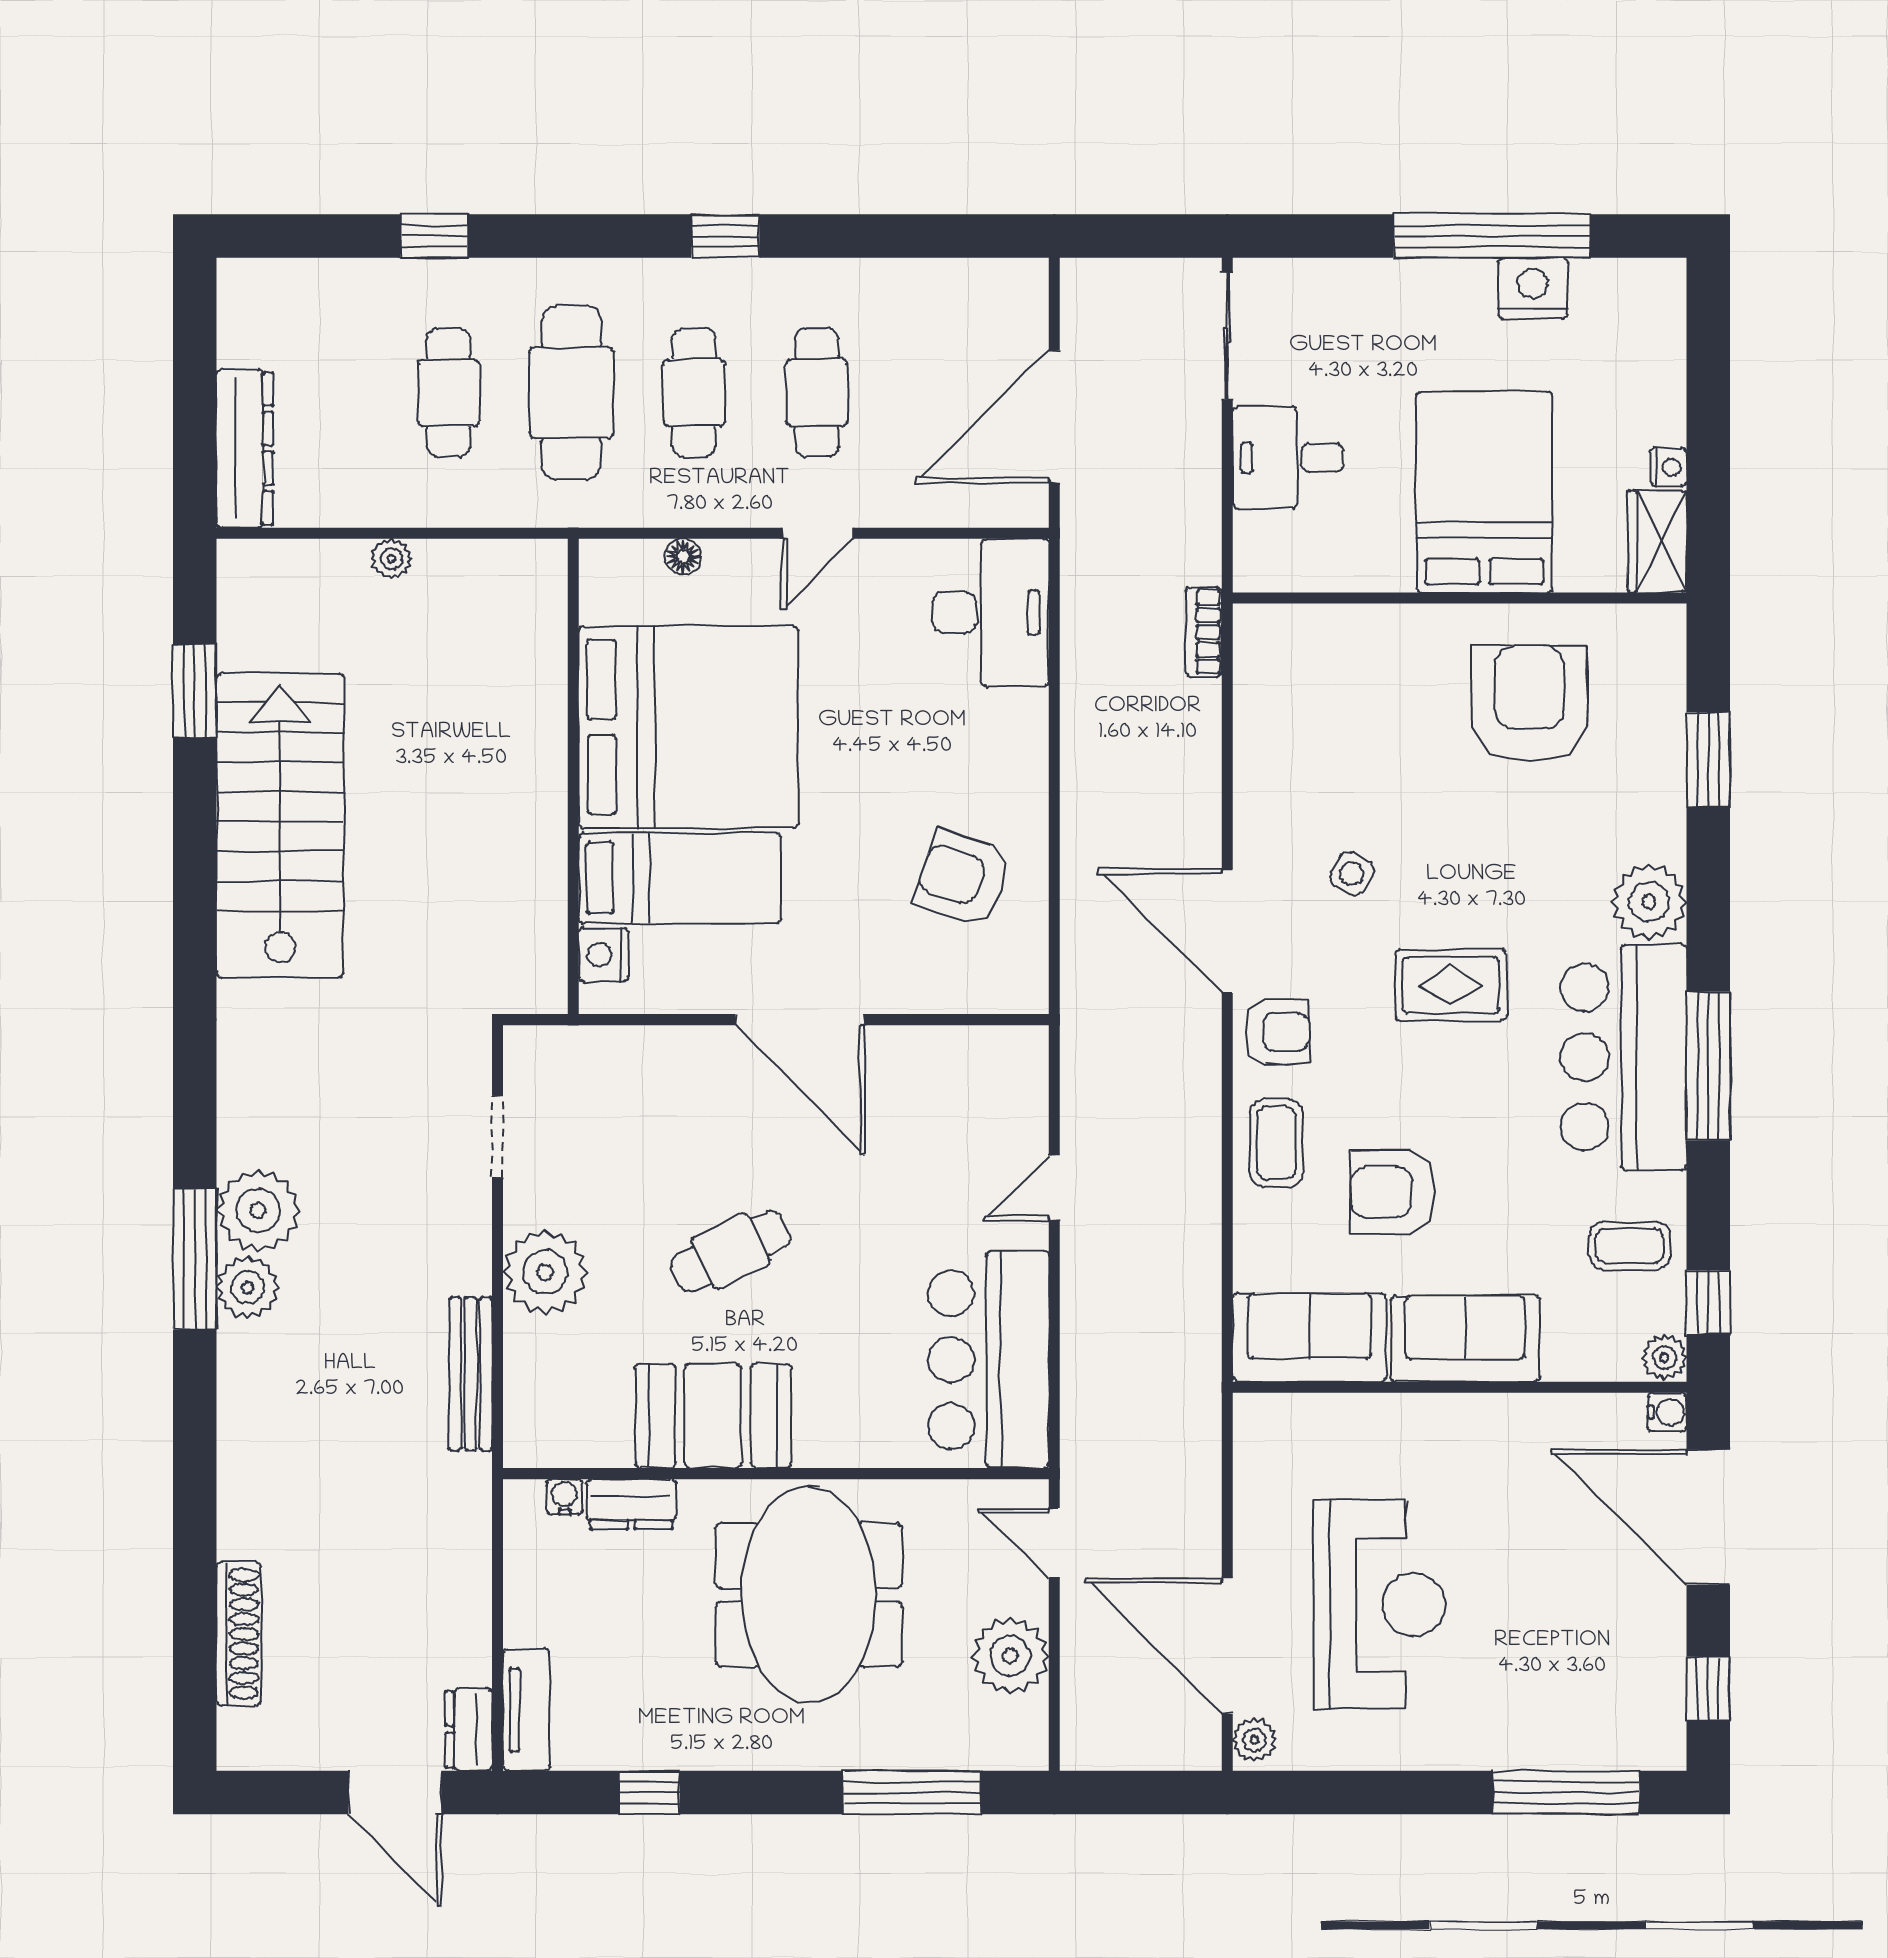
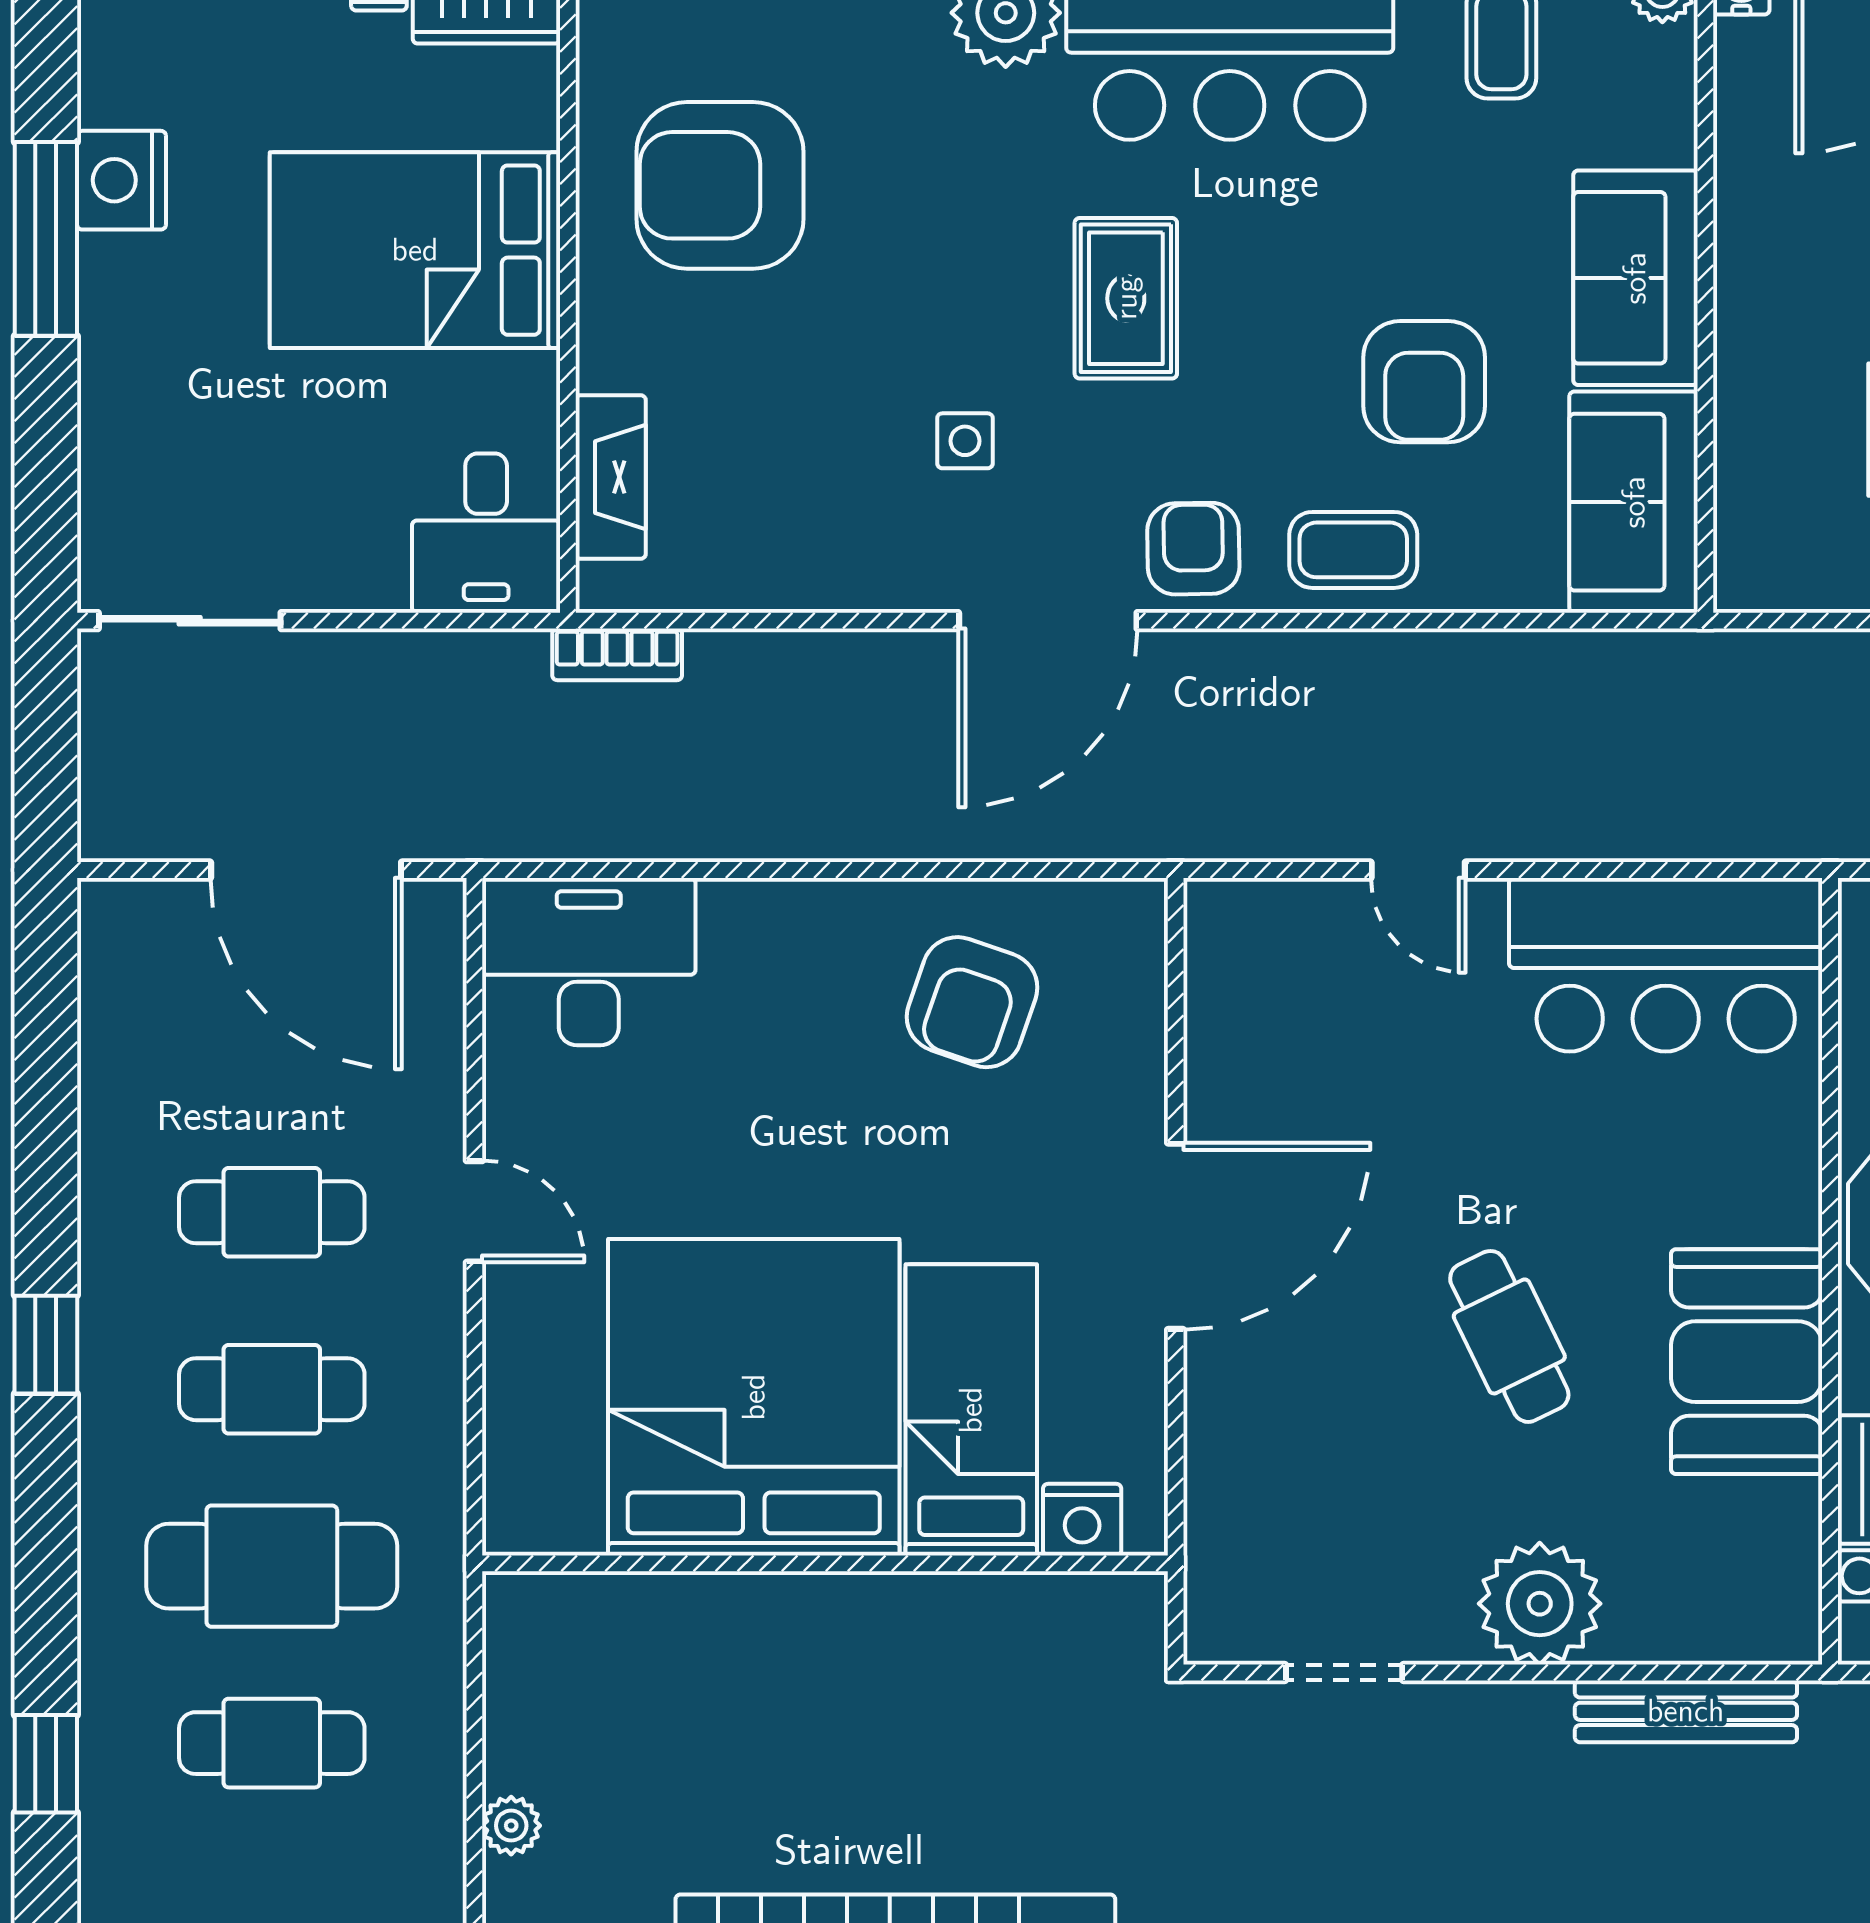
window: (1492, 236) -> (46, 239), width x0.68
desk: (1288, 458) -> (486, 533), moved
floor lamp: (683, 557) -> (508, 1405), removed
fireplace: (1327, 628) -> (611, 477), added
side table: (1352, 874) -> (965, 441), turned -31

